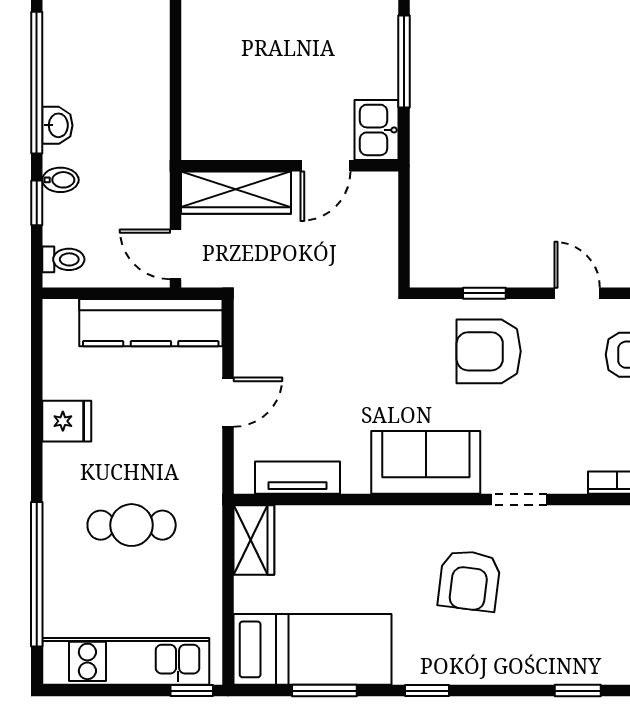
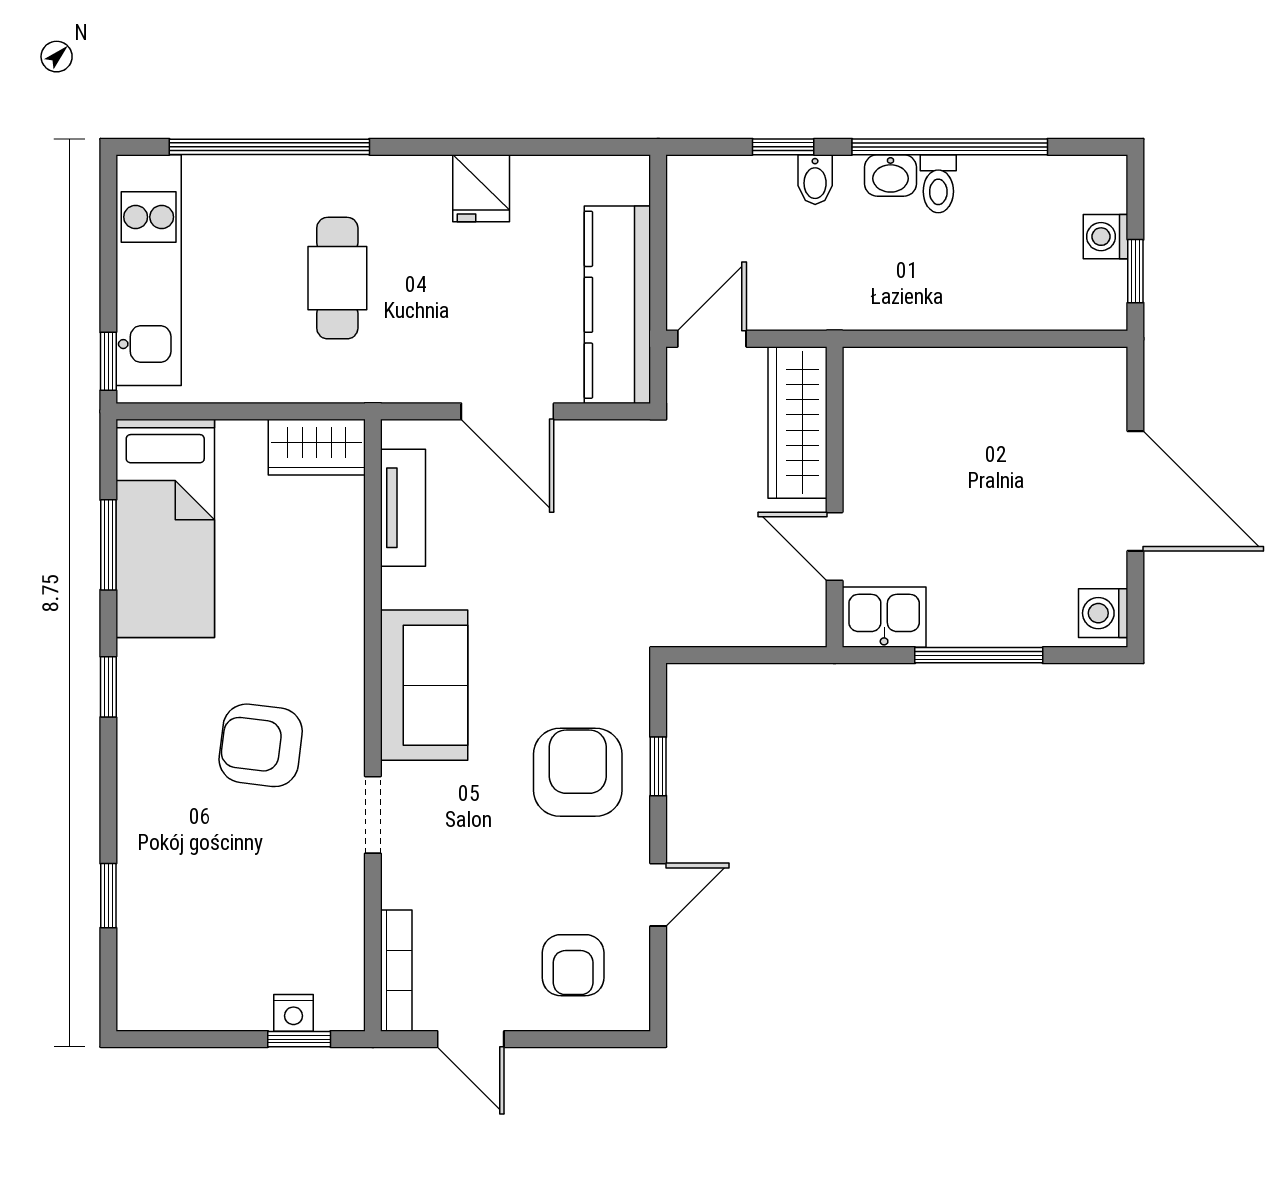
toilet: (63, 259) -> (938, 184), moved
door: (228, 402) -> (507, 411), width x1.38

